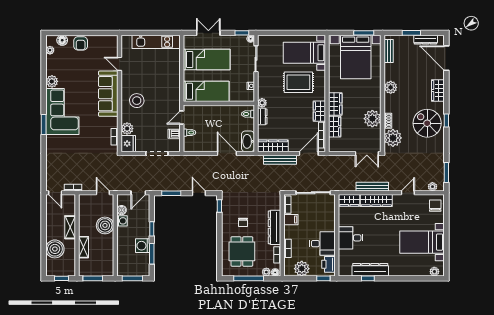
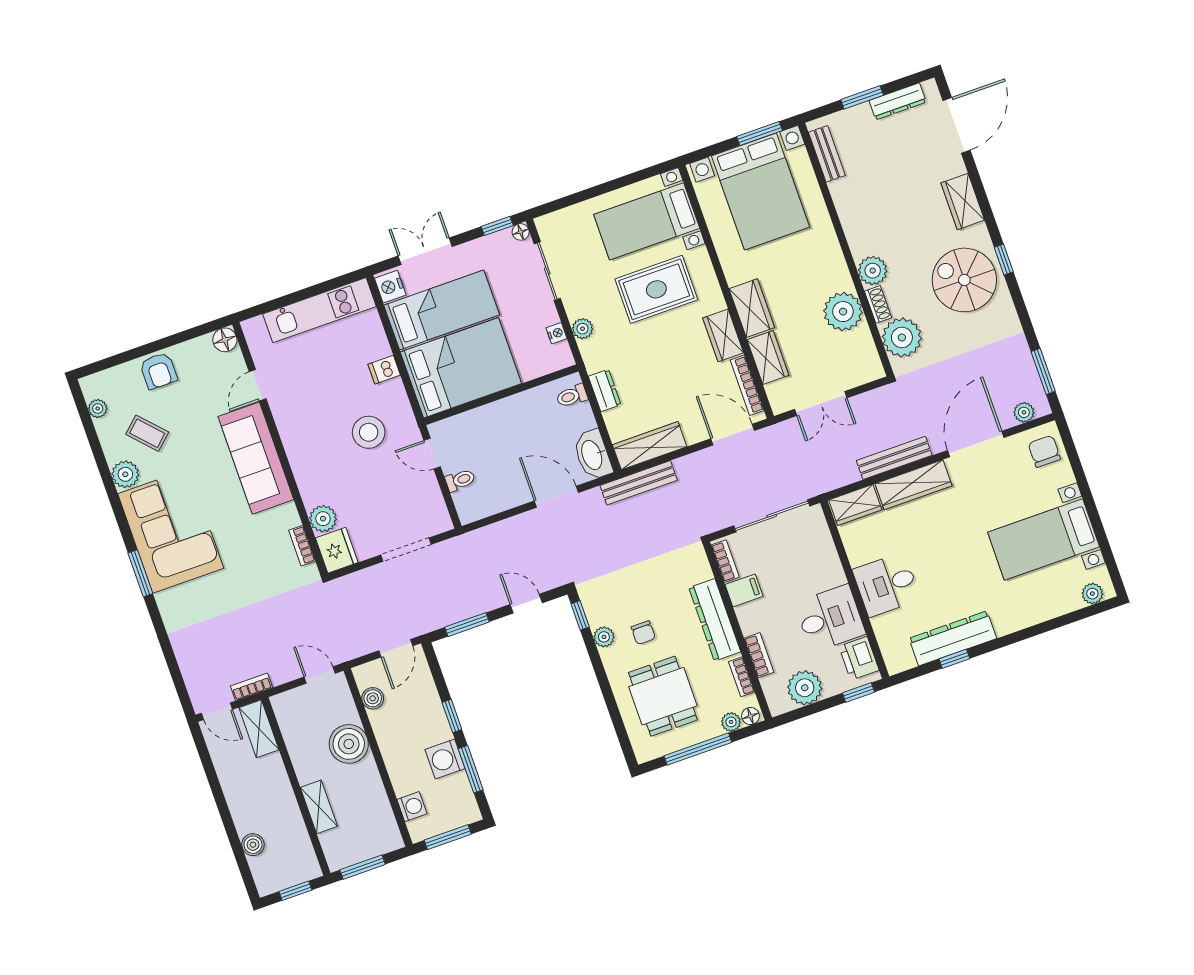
floor lamp: (62, 40) -> (225, 340), moved
nightstand: (189, 42) -> (390, 287), added
door: (446, 58) -> (957, 125), swing flipped
door: (120, 64) -> (258, 385), hinge flipped
coffee table: (67, 68) -> (147, 433), added
plant: (391, 87) -> (873, 271), moved
bed: (206, 91) -> (461, 368), width x1.50
stool: (137, 101) -> (369, 432), moved
plant: (262, 103) -> (583, 329), moved
door: (182, 117) -> (432, 454), hinge flipped
dishwasher: (174, 134) -> (384, 370), moved
door: (309, 153) -> (733, 435), hinge flipped
double door: (367, 153) -> (821, 404), moved
bench: (280, 160) -> (639, 483), moved
door: (408, 193) -> (976, 444), width x1.88
plant: (226, 218) -> (604, 637), added
washing machine: (122, 221) -> (412, 807), moved
shelving: (70, 227) -> (259, 729), moved
boiler: (55, 249) -> (253, 845), width x0.54, depth x0.54

